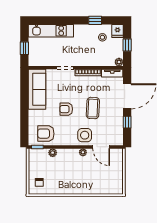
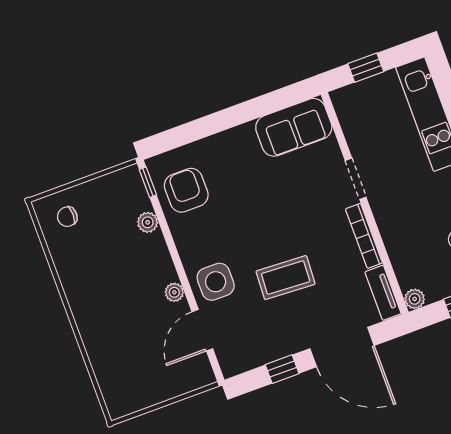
sofa: (37, 89) -> (294, 127), width x0.73
armchair: (66, 109) -> (260, 217), removed

